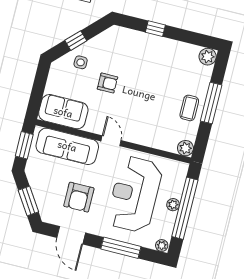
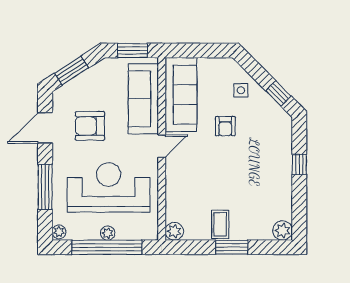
window: (76, 41) -> (278, 93), moved
window: (211, 103) -> (232, 247), width x0.69
coffee table: (189, 108) -> (220, 224), turned 90
sofa: (63, 112) -> (181, 95), width x1.36

